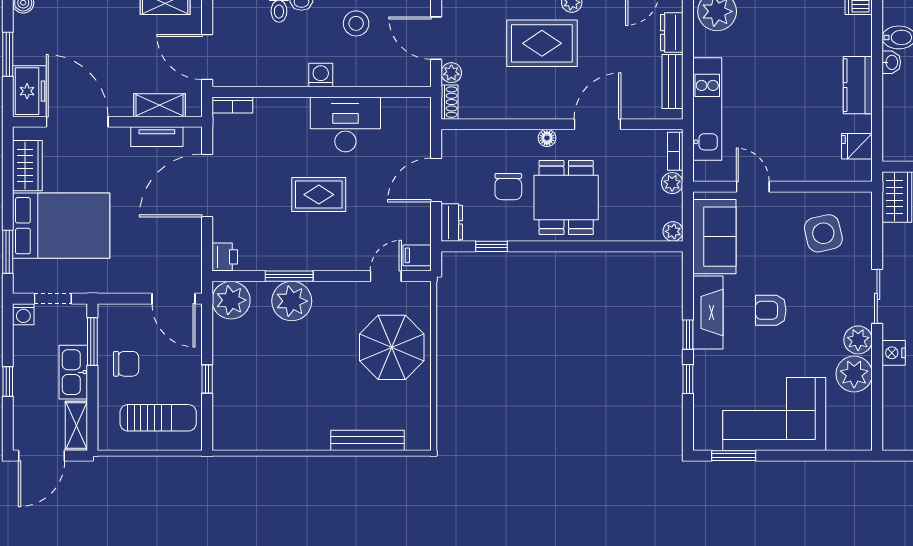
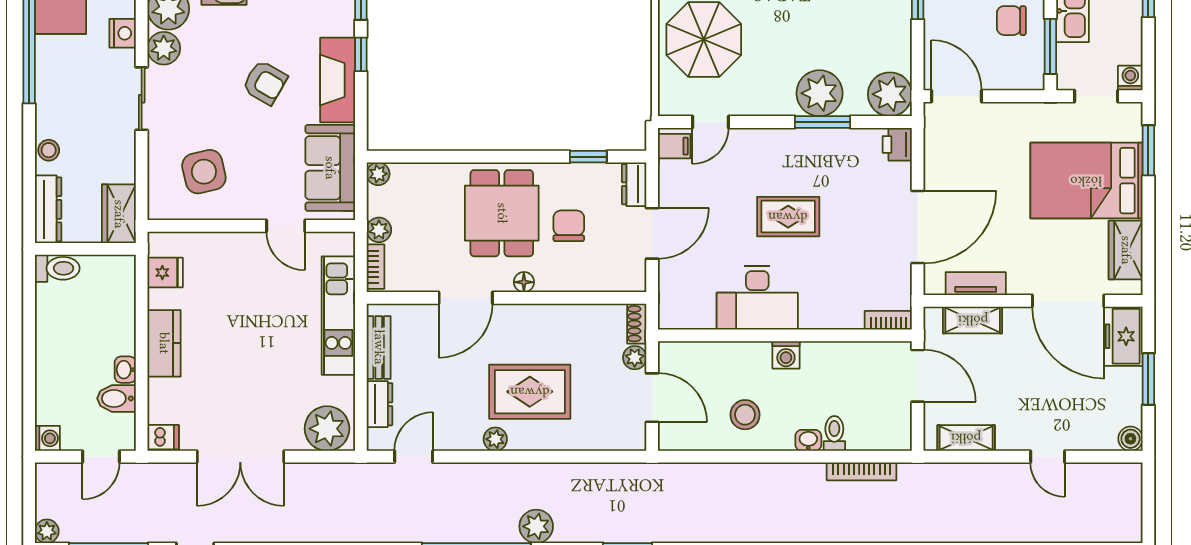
armchair: (771, 310) -> (265, 83), turned 30

